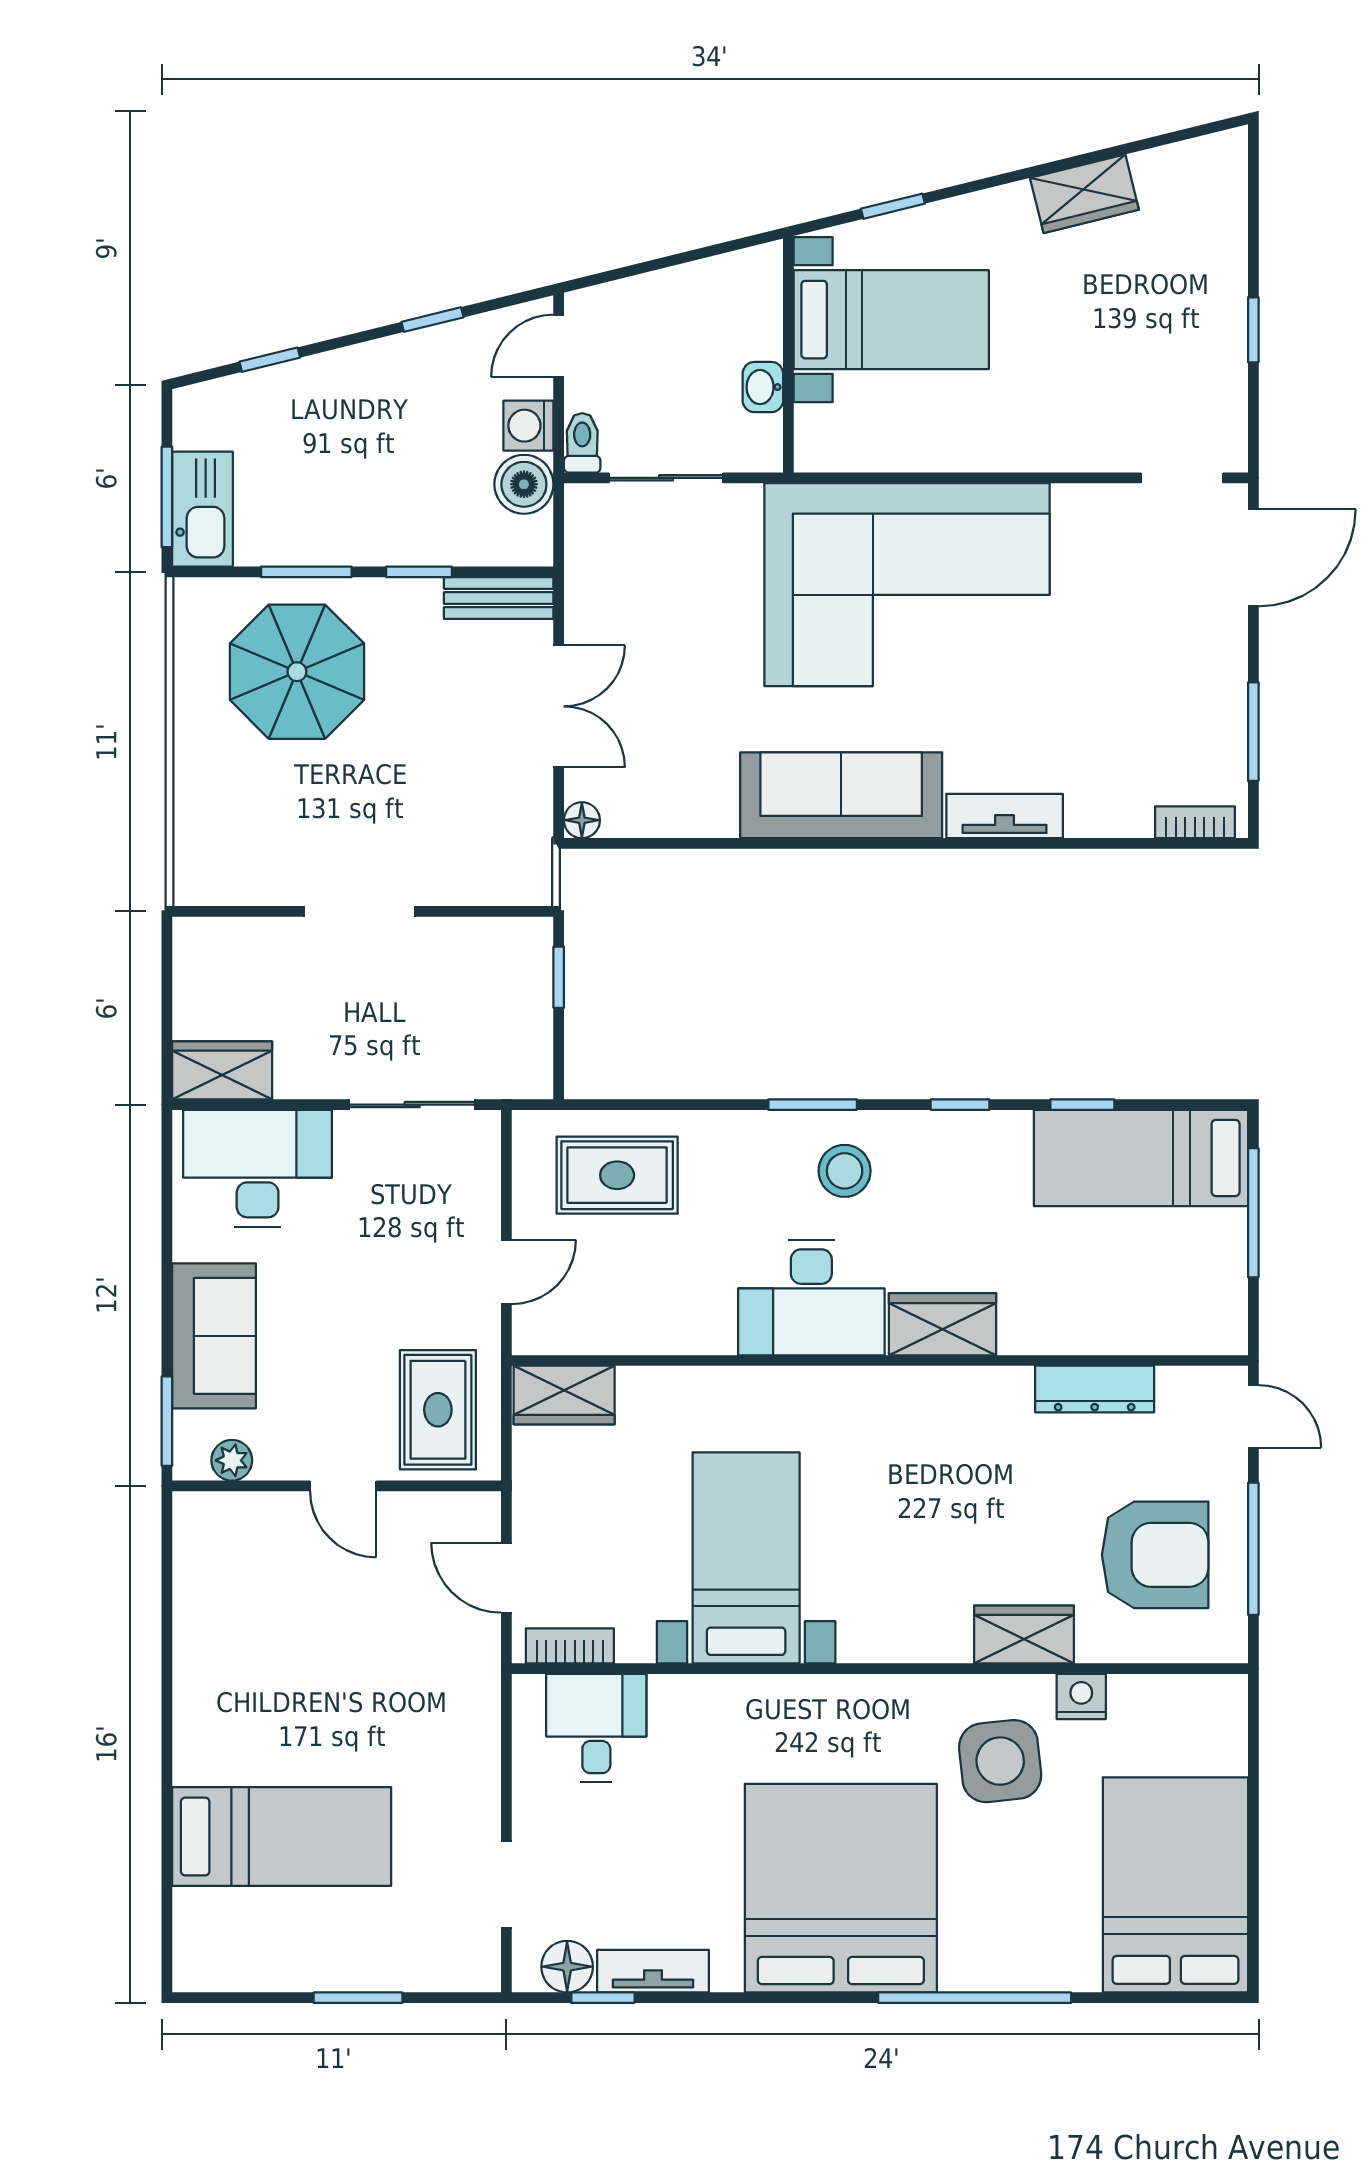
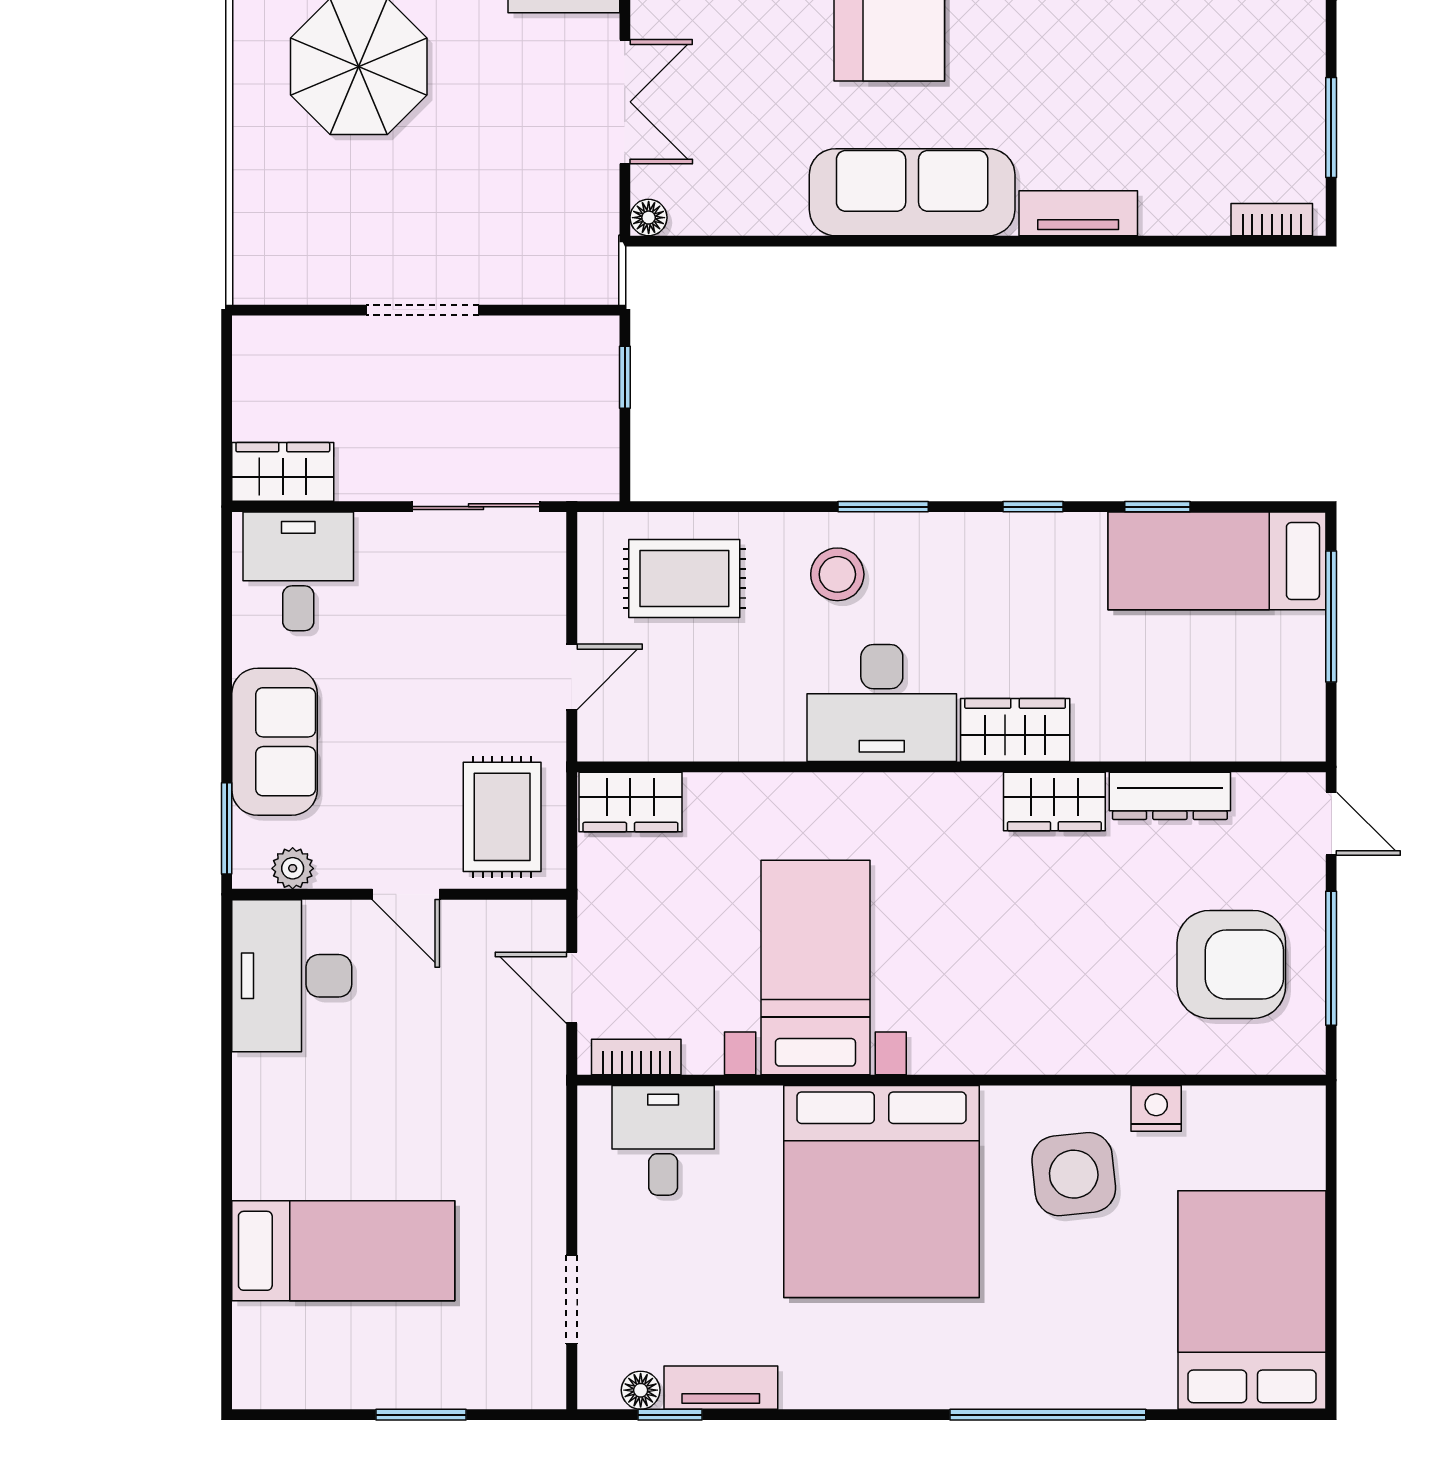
desk: (258, 1168) -> (298, 571), width x0.73
stool: (845, 1171) -> (837, 574), moved
desk: (231, 1566) -> (292, 976), added
wardrobe: (1024, 1635) -> (1054, 802), moved, turned 180
bed: (841, 1888) -> (881, 1192), moved, turned 180
floor lamp: (567, 1967) -> (641, 1390), width x0.73, depth x0.73

